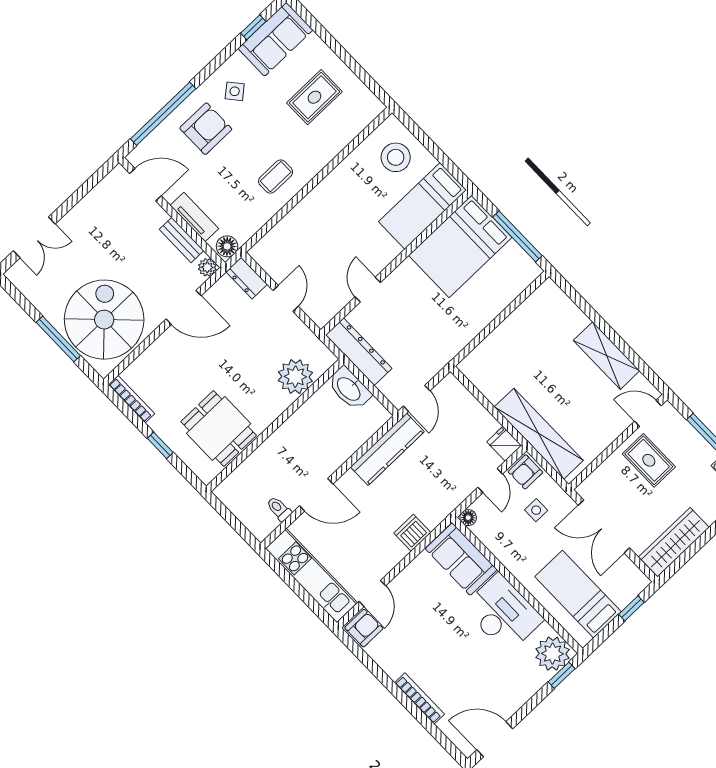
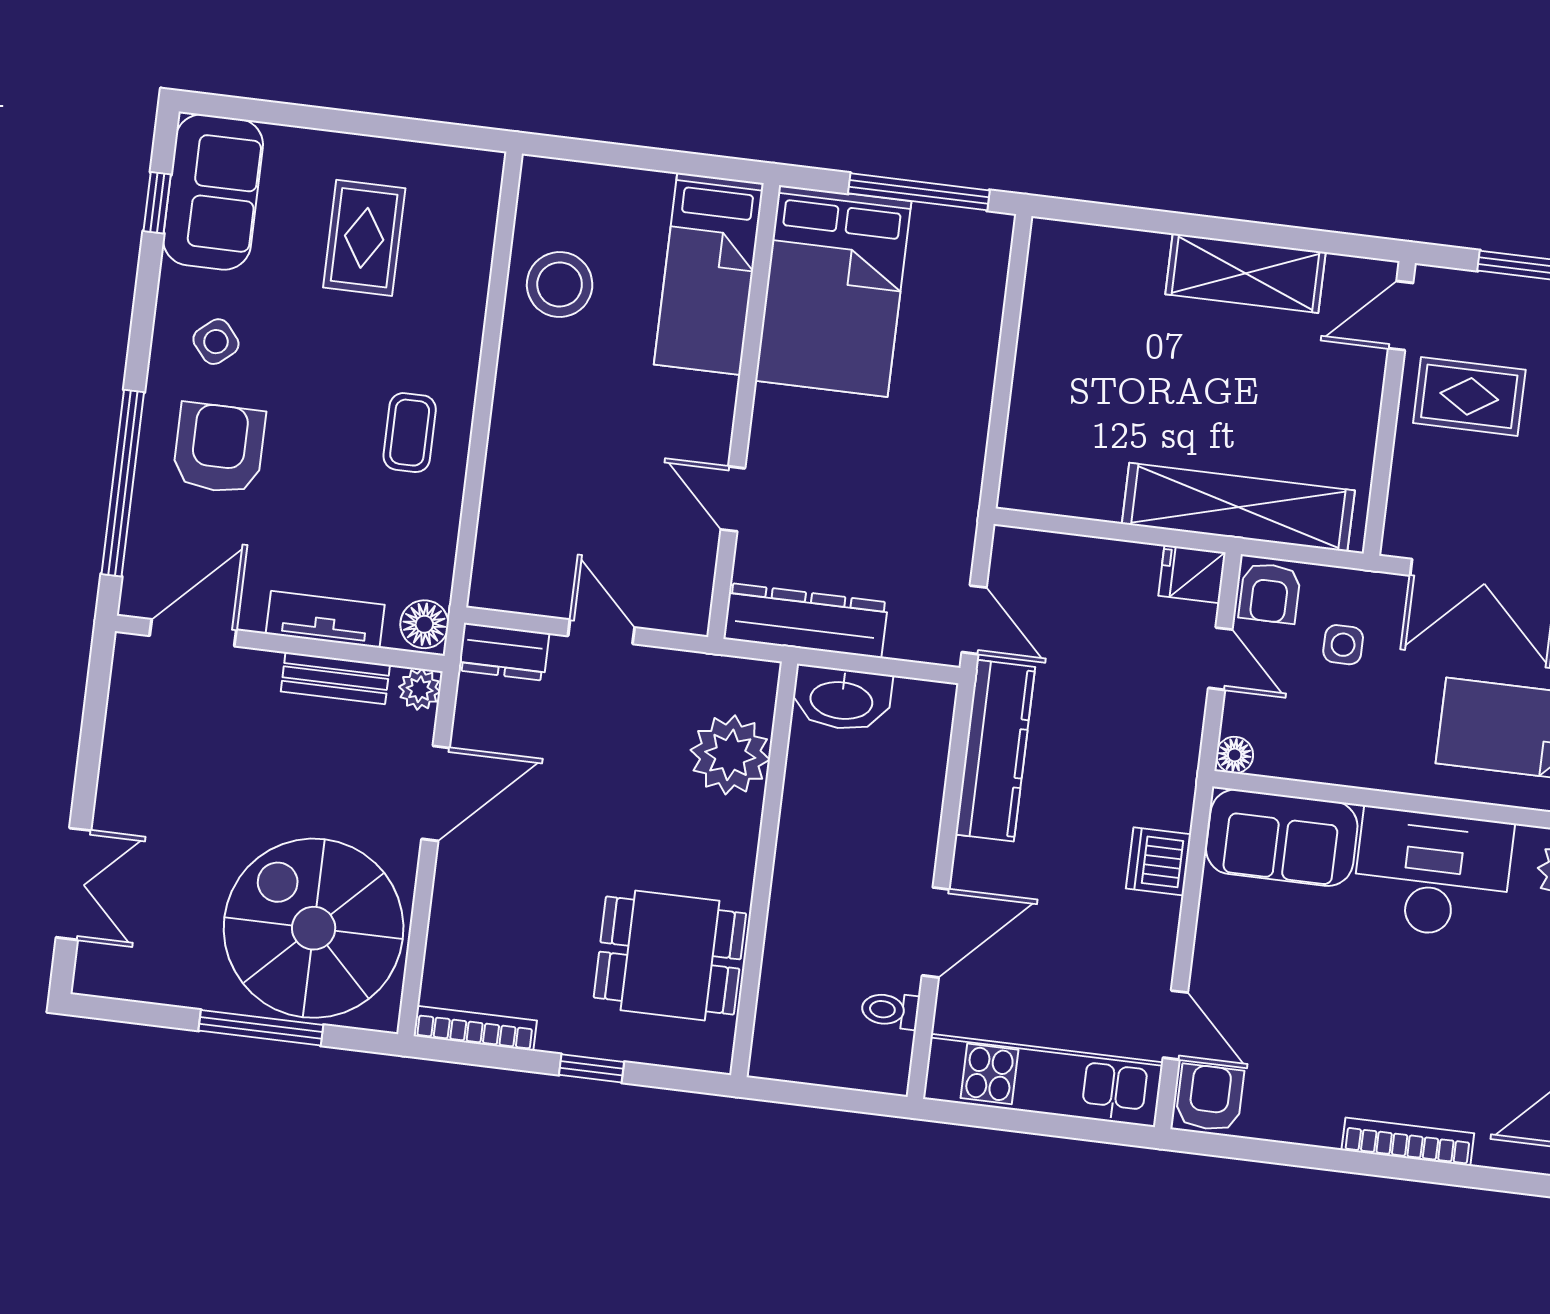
stool: (396, 157) -> (560, 285), moved

